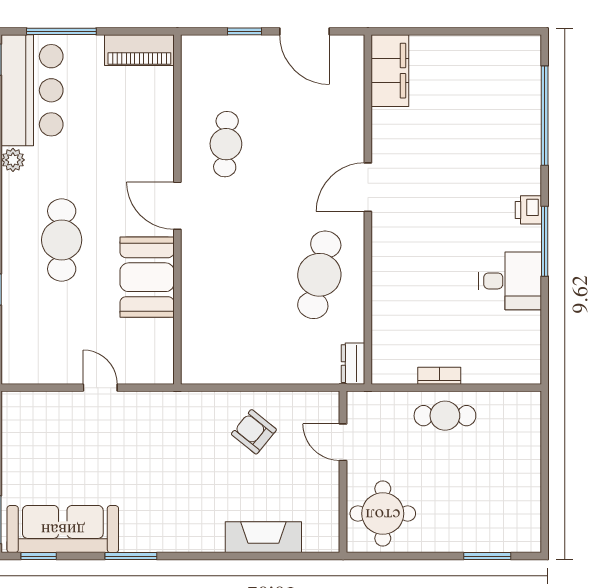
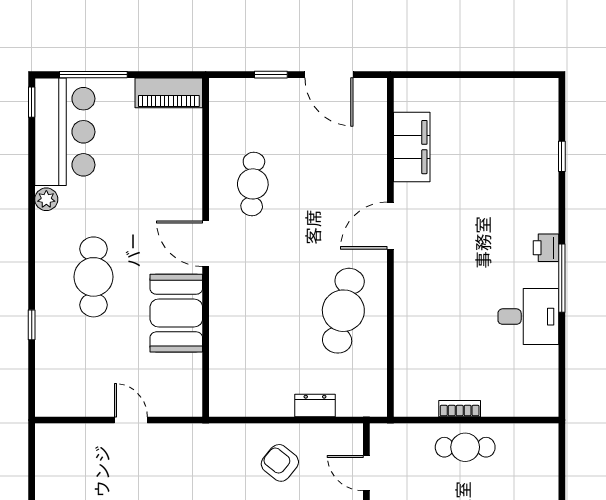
filing cabinet: (390, 71) -> (412, 147), moved
window: (545, 116) -> (562, 156), width x0.32
dresser: (353, 364) -> (315, 406), moved, turned 90

